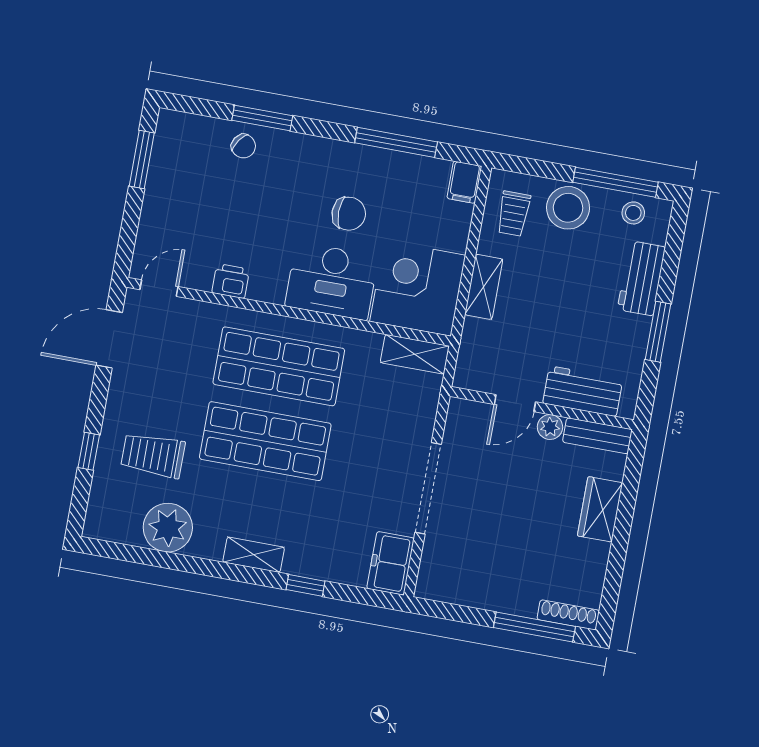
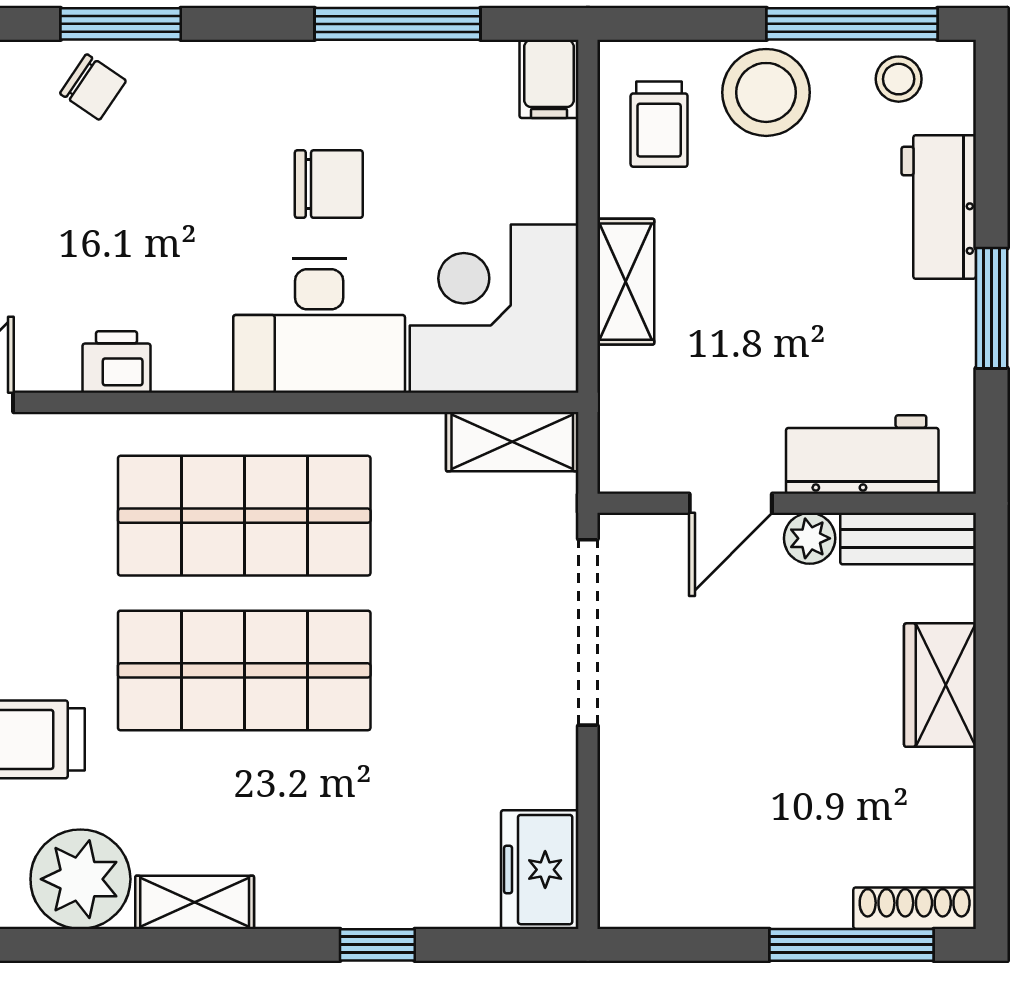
doorway: (428, 488) -> (588, 632), moved
shelving: (254, 555) -> (195, 902), moved

